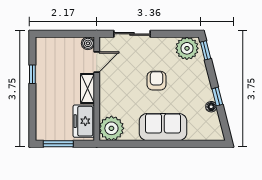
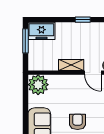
armchair: (156, 81) -> (78, 122), turned -90
freezer: (84, 121) -> (41, 31), moved, turned 180

